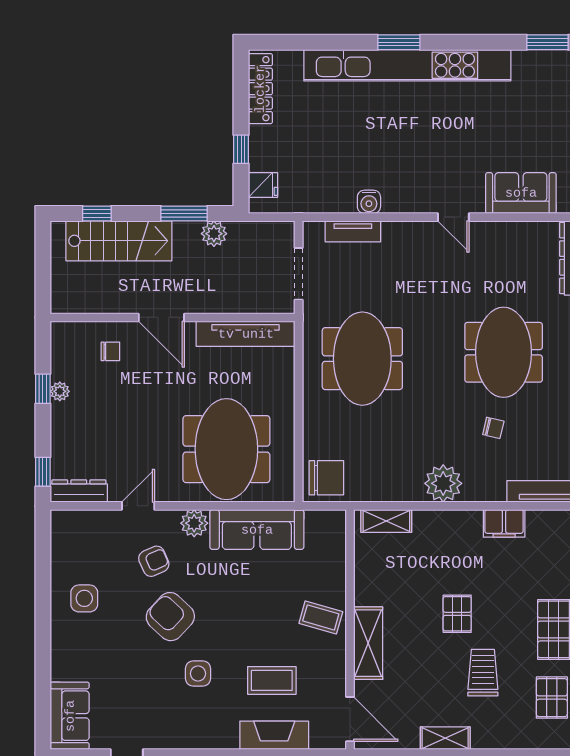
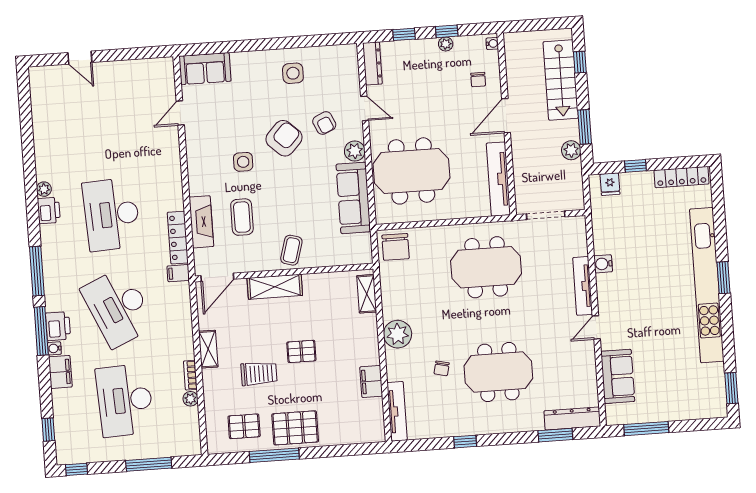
tv unit: (353, 231) -> (583, 286), moved, width x1.41
water cooler: (64, 329) -> (492, 43), added
window: (43, 472) -> (404, 34), moved

